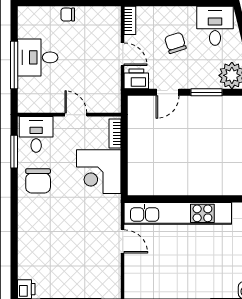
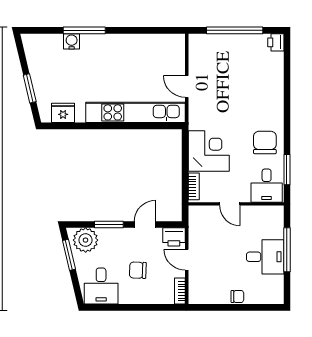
chair: (175, 43) -> (138, 270), turned 110

